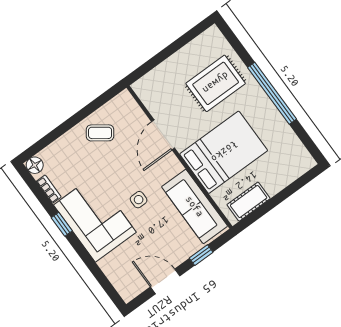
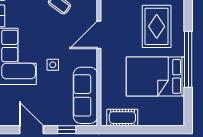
rug: (216, 83) -> (157, 26), turned 90
bed: (224, 152) -> (155, 76), moved, turned 180

